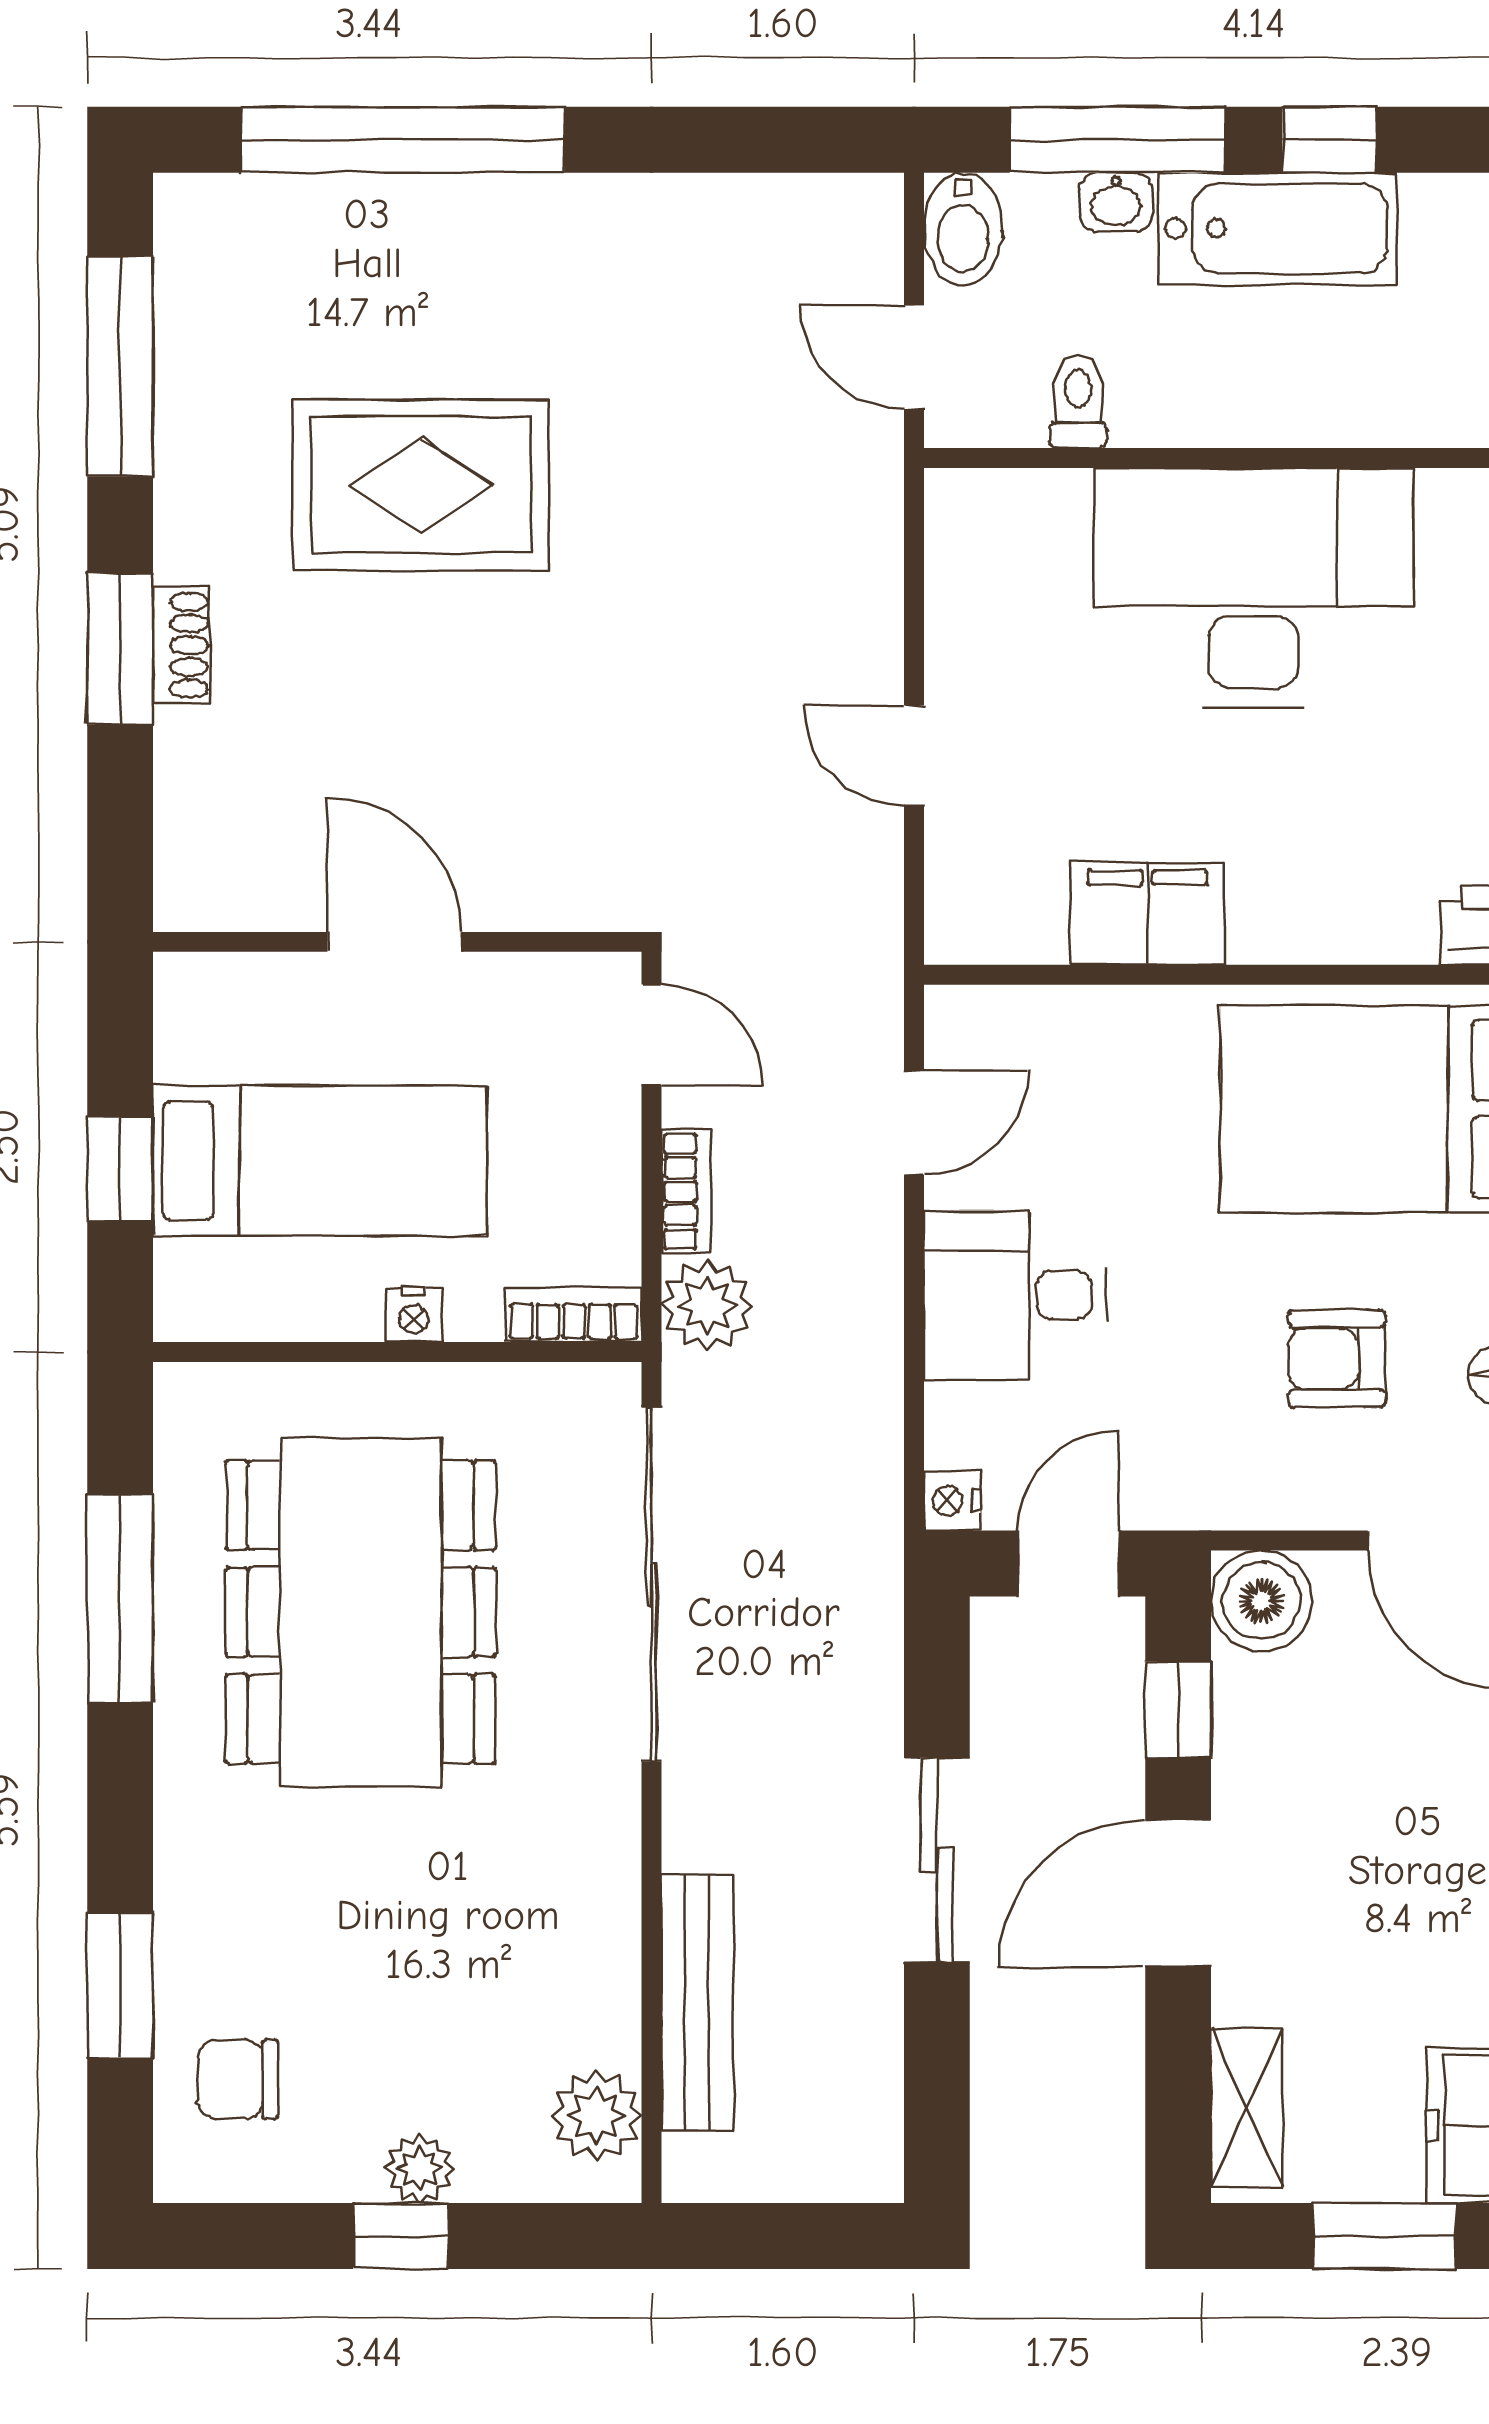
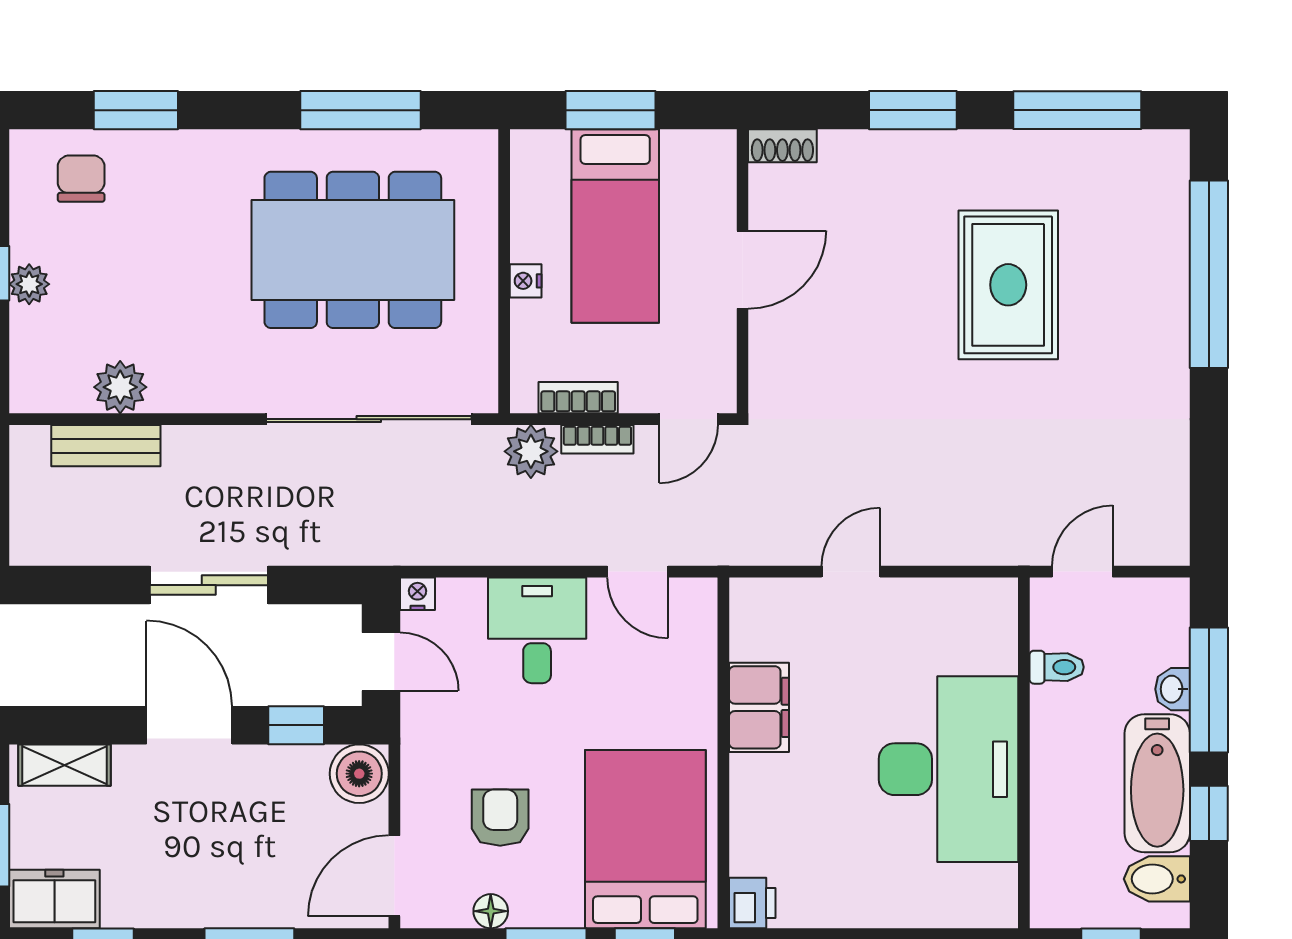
bidet: (963, 229) -> (1157, 879), moved
shoe rack: (181, 645) -> (782, 146), moved
window: (120, 1169) -> (610, 110), width x1.50
bookcase: (574, 1315) -> (578, 398), moved, turned -90
bench: (697, 2003) -> (106, 446), width x0.73
plant: (596, 2116) -> (120, 387), moved

